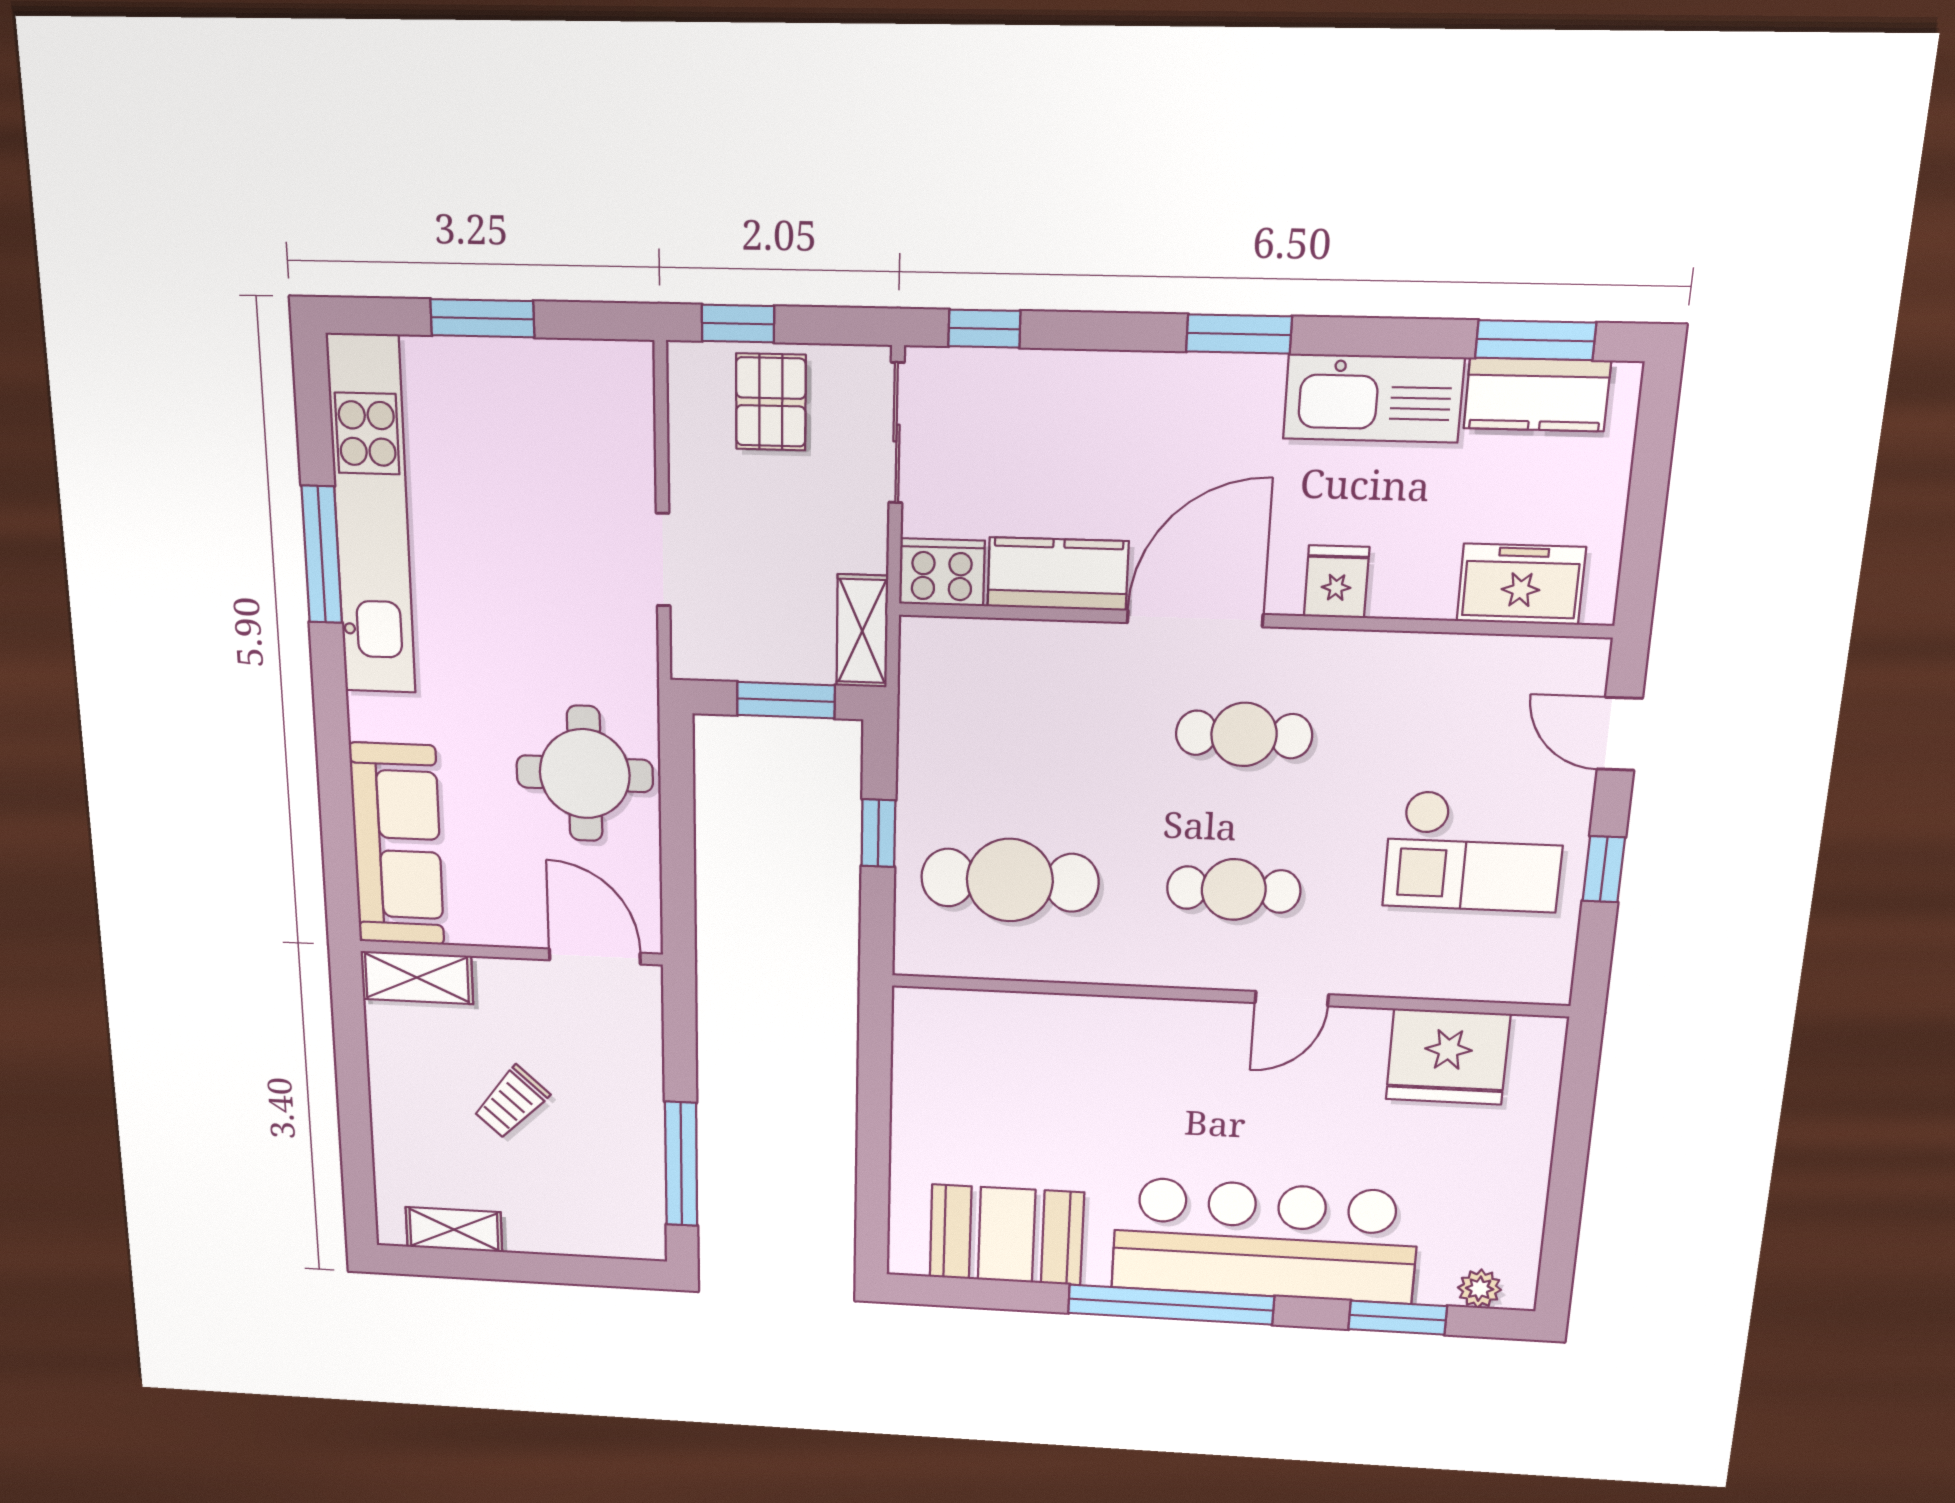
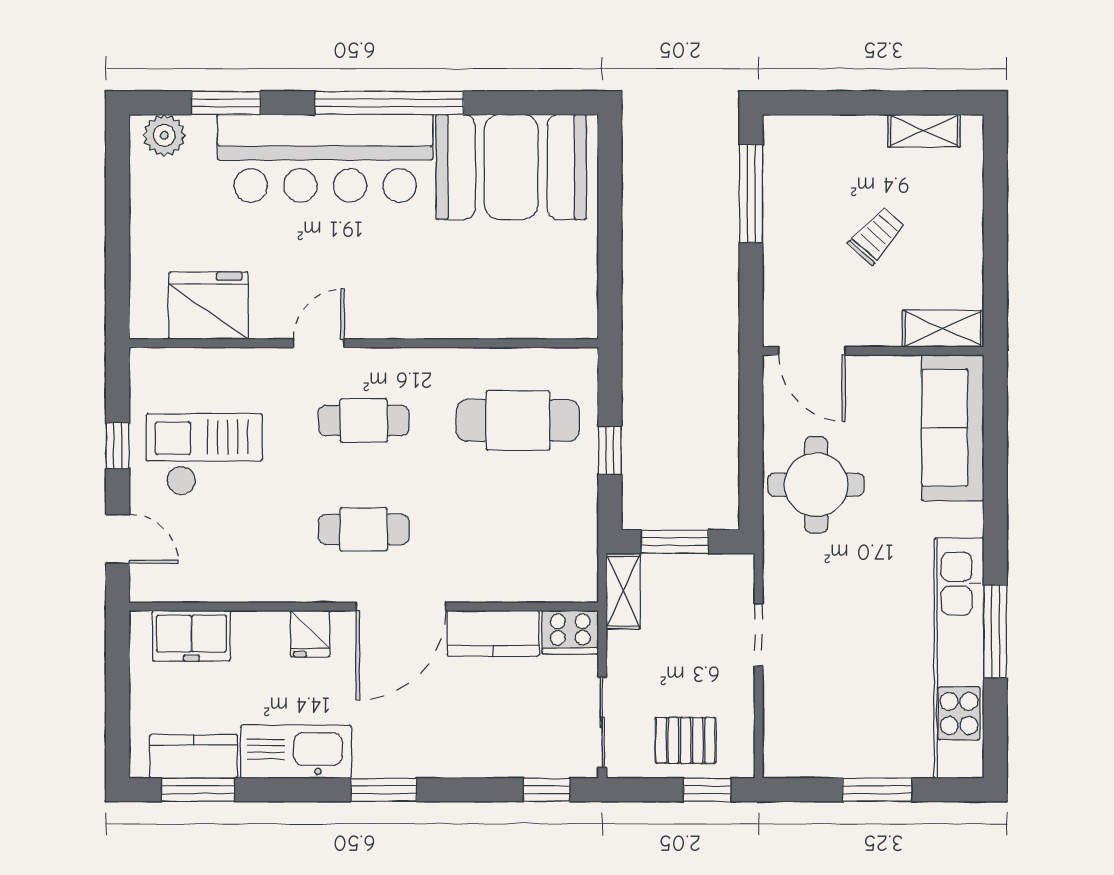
pallet: (771, 402) -> (686, 740), turned 90
booth: (1006, 1235) -> (511, 167), width x1.36, depth x1.42
plant: (1480, 1289) -> (164, 135), width x1.38, depth x1.38

